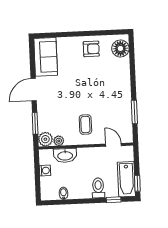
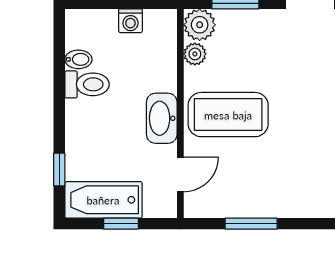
coffee table: (85, 125) -> (228, 115), width x1.86, depth x1.72
washbasin: (65, 155) -> (162, 118), moved
window: (137, 183) -> (121, 224), moved
toilet: (98, 188) -> (87, 84), moved

